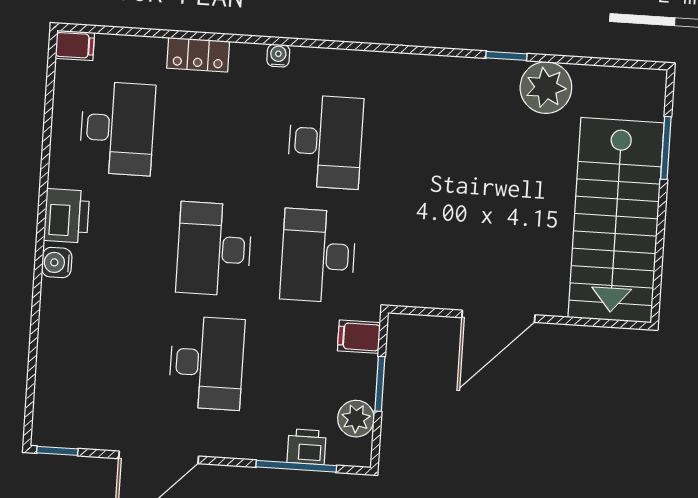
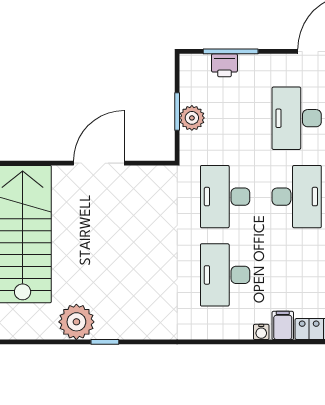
desk: (318, 256) -> (225, 197), turned 180
filing cabinet: (359, 337) -> (283, 325), moved, turned -90
plant: (356, 419) -> (192, 118), moved

